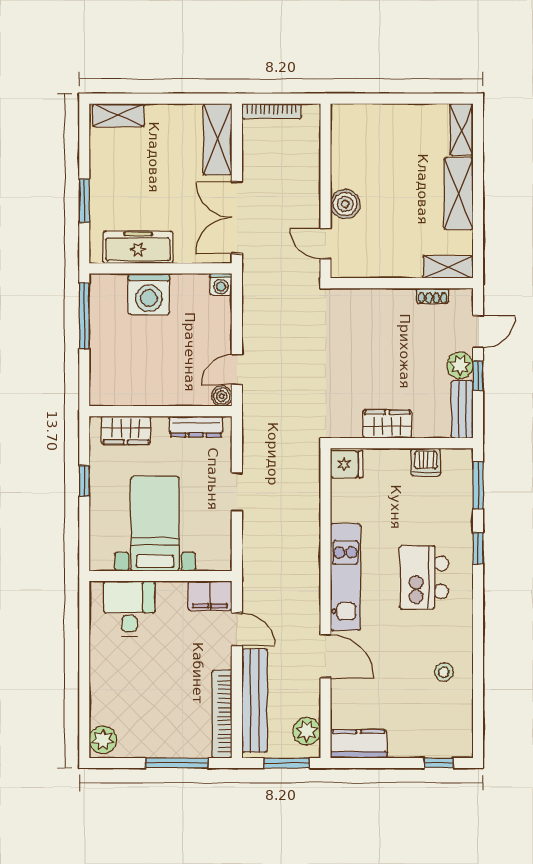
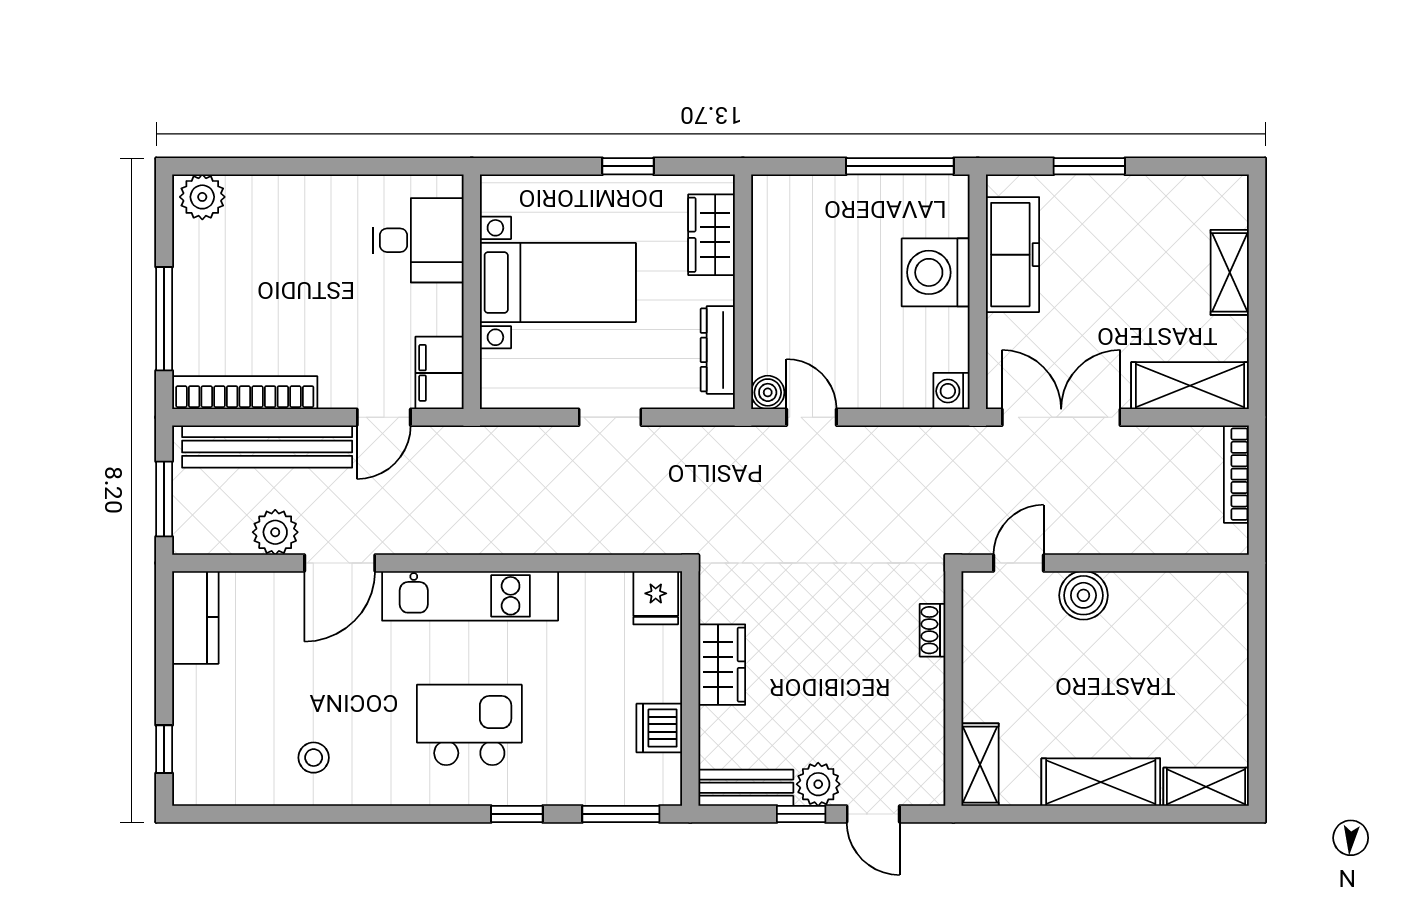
shelving: (118, 115) -> (1230, 272), moved
shoe rack: (433, 296) -> (933, 630), moved
plant: (307, 731) -> (275, 532), moved

